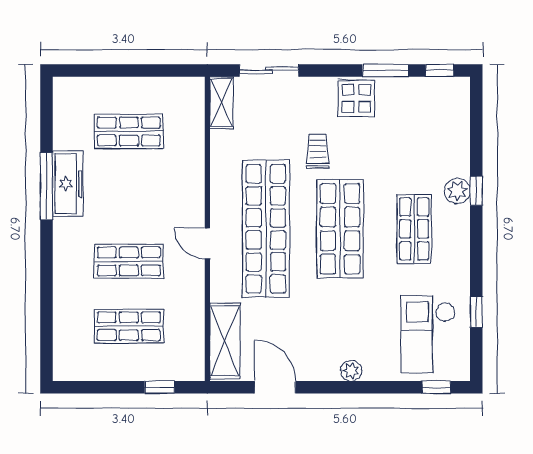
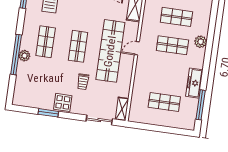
window: (440, 70) -> (25, 109), removed
window: (47, 186) -> (201, 105), moved
window: (476, 191) -> (16, 55), width x3.17
shop shelf: (340, 229) -> (78, 46), width x0.70, depth x0.74
door: (207, 243) -> (137, 48), swing flipped
plant: (67, 278) -> (201, 42), added

